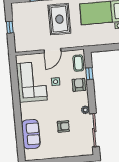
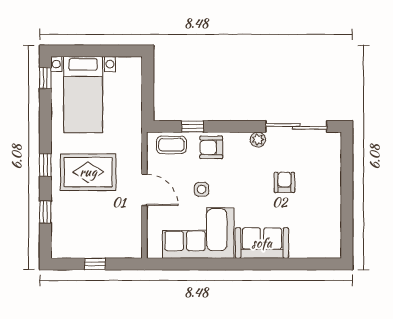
sofa: (31, 134) -> (262, 243), moved

